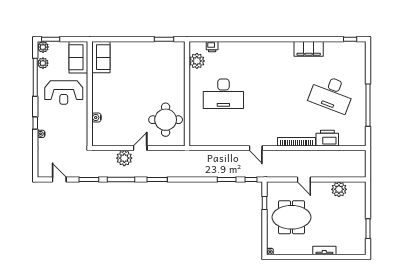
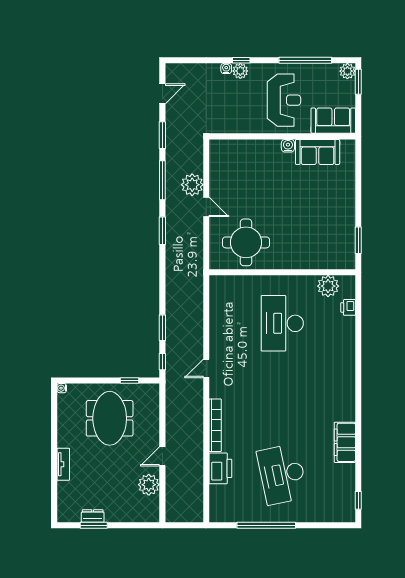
sofa: (101, 57) -> (318, 152), moved
plant: (43, 63) -> (240, 71), moved
reception desk: (64, 92) -> (284, 100), turned 180
desk: (332, 94) -> (282, 474), turned -33
water cooler: (96, 118) -> (288, 146), moved
door: (304, 180) -> (162, 456), moved
dresser: (361, 229) -> (93, 516), added

